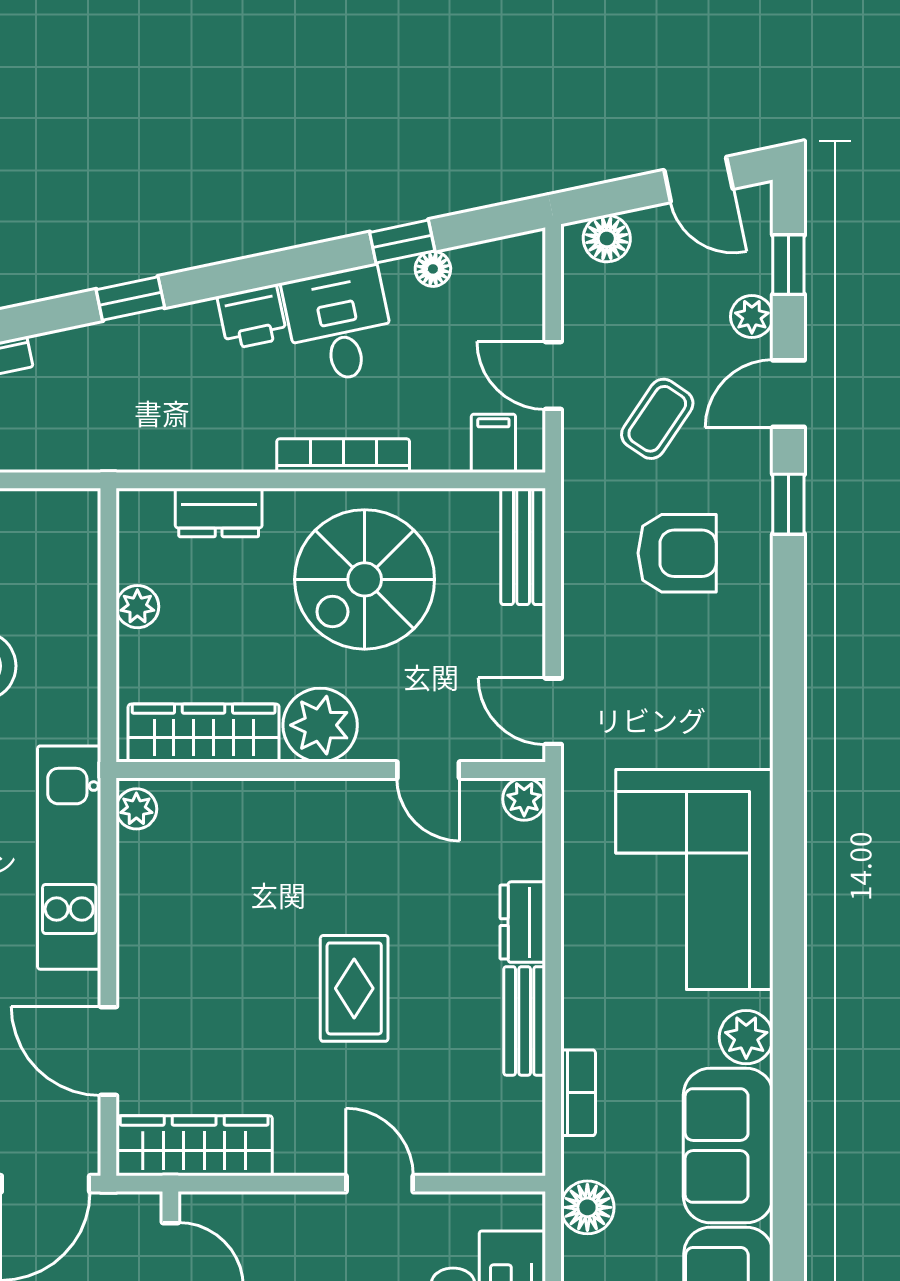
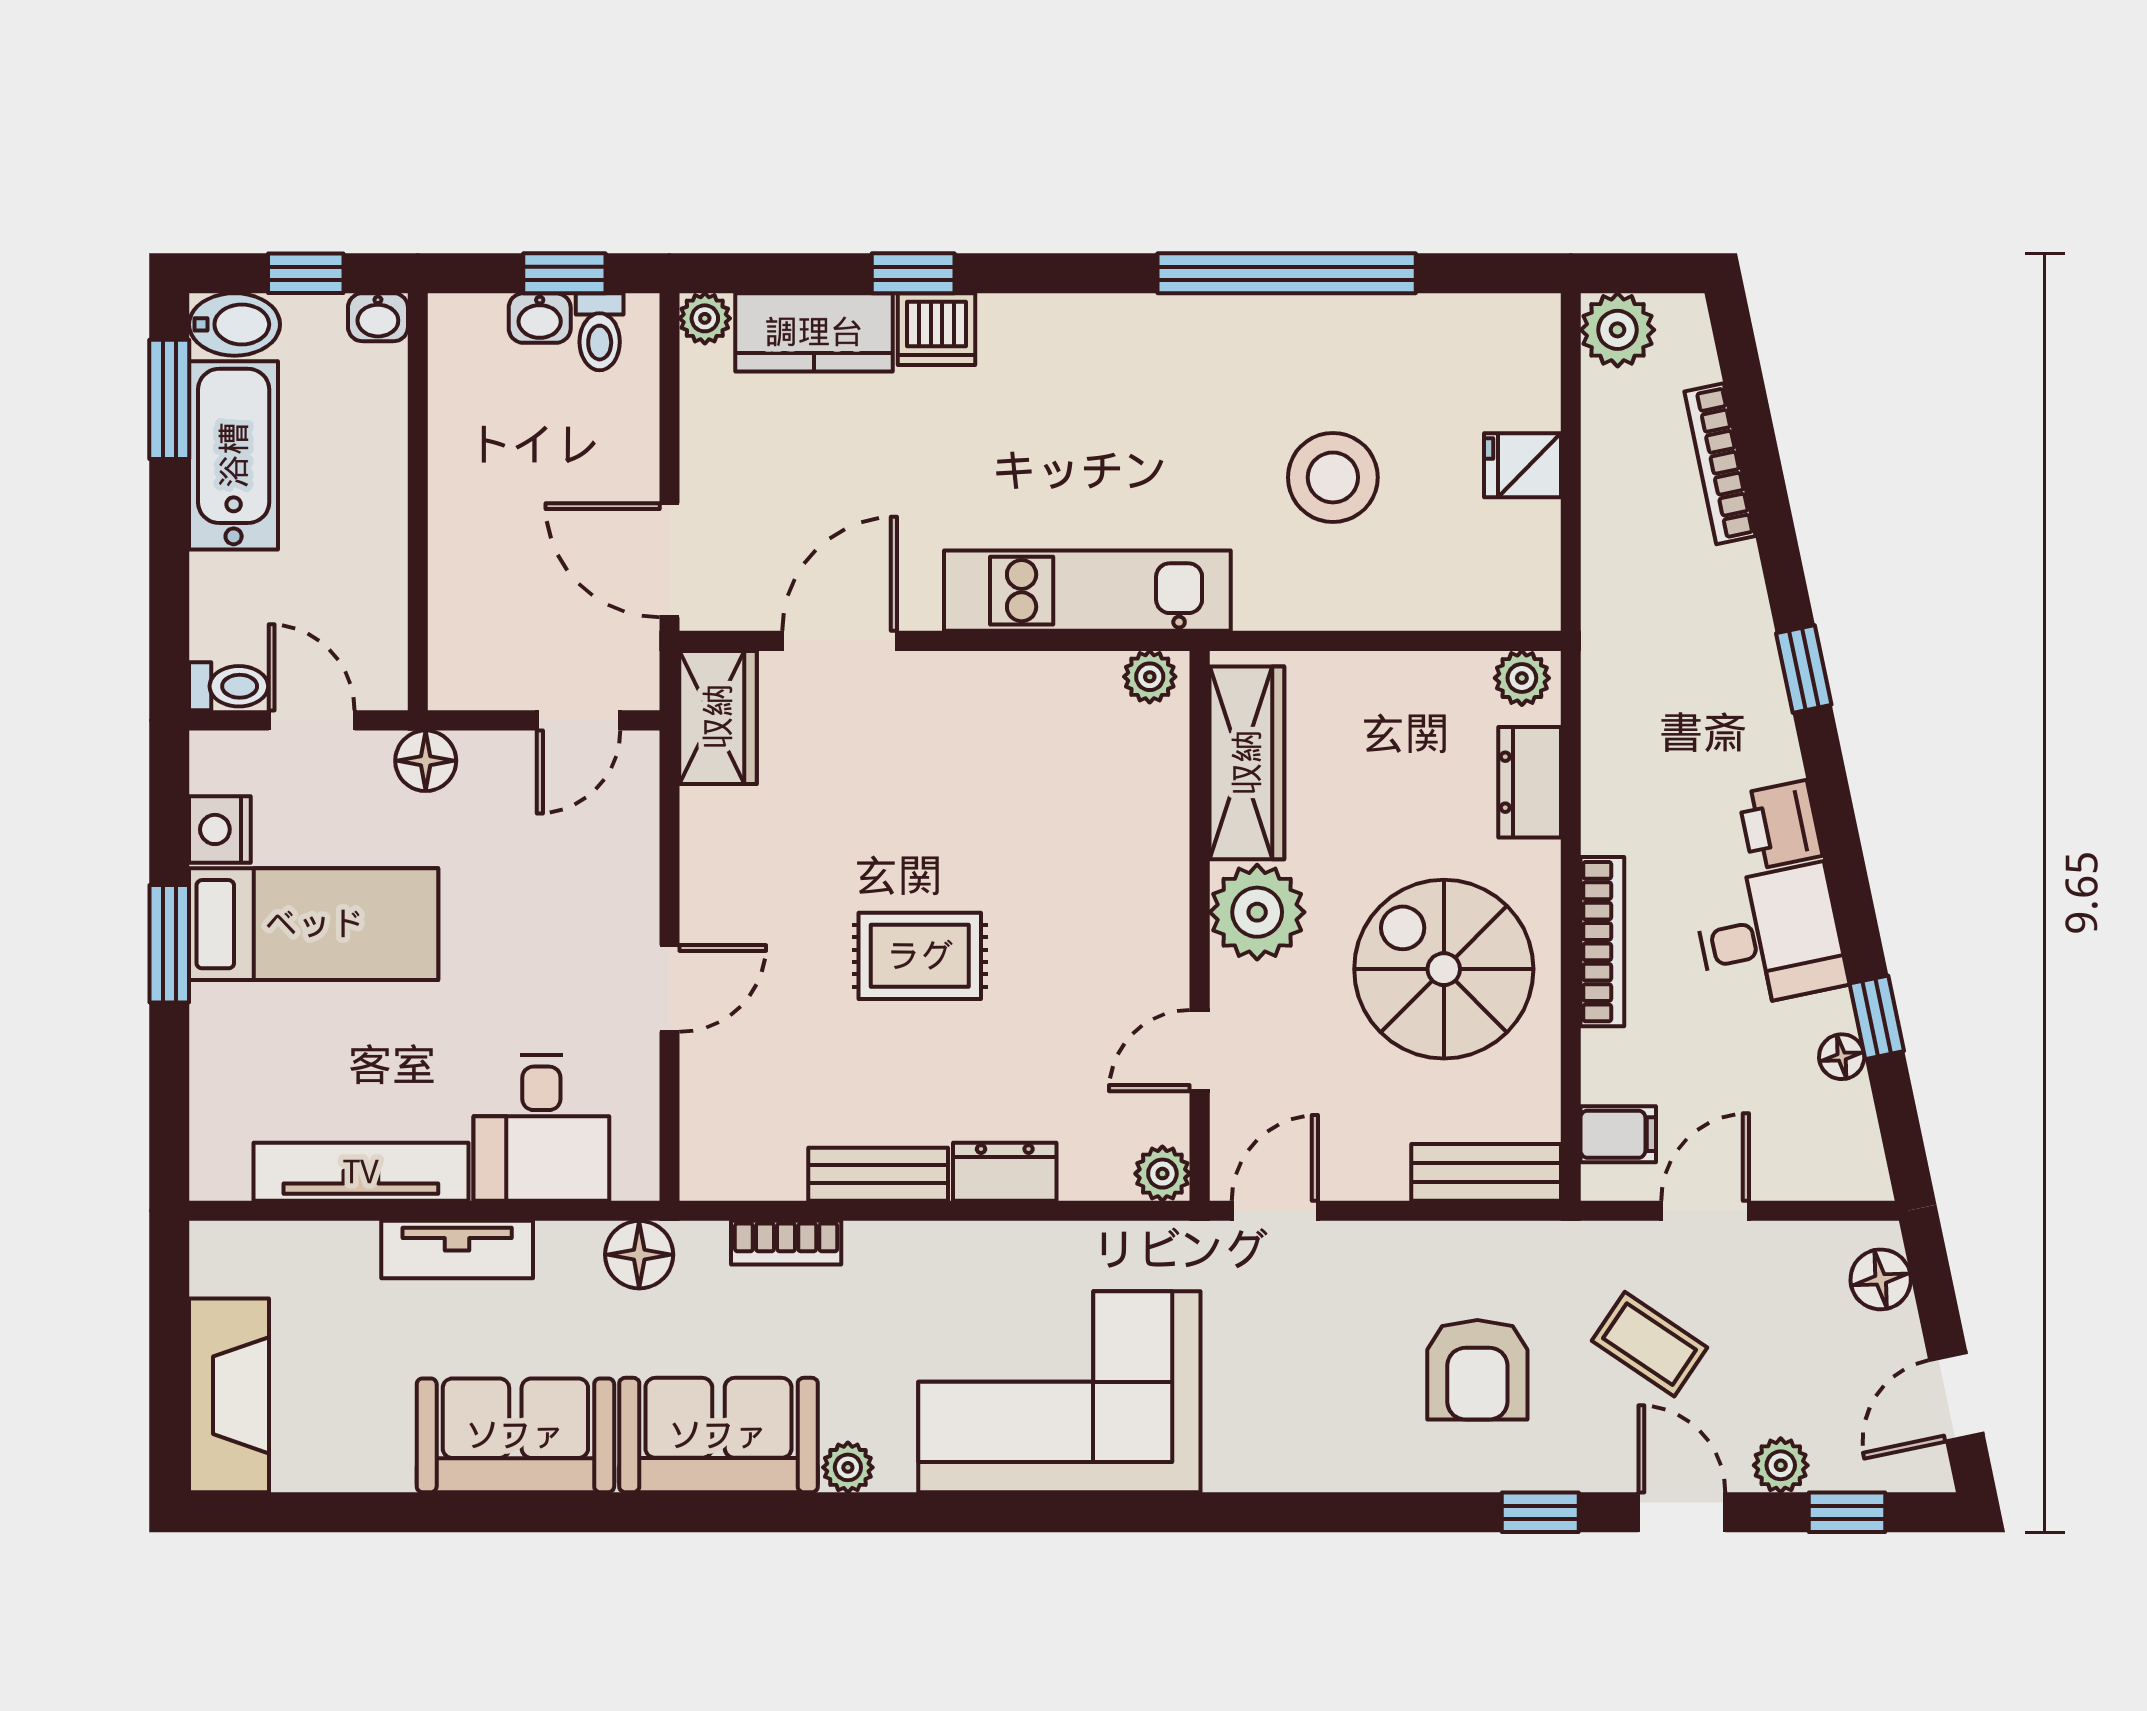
plant: (137, 607) -> (1522, 678), moved
plant: (746, 1037) -> (848, 1467), width x0.73, depth x0.73
wardrobe: (194, 1146) -> (718, 717), width x0.67

